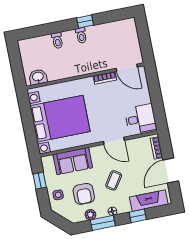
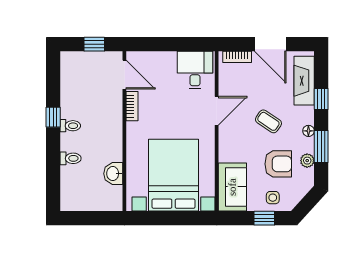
window: (145, 41) -> (94, 44), added
door: (127, 68) -> (124, 75), hinge flipped
washbasin: (38, 77) -> (113, 174), moved
sofa: (73, 161) -> (232, 187), moved
window: (40, 181) -> (264, 218), moved

